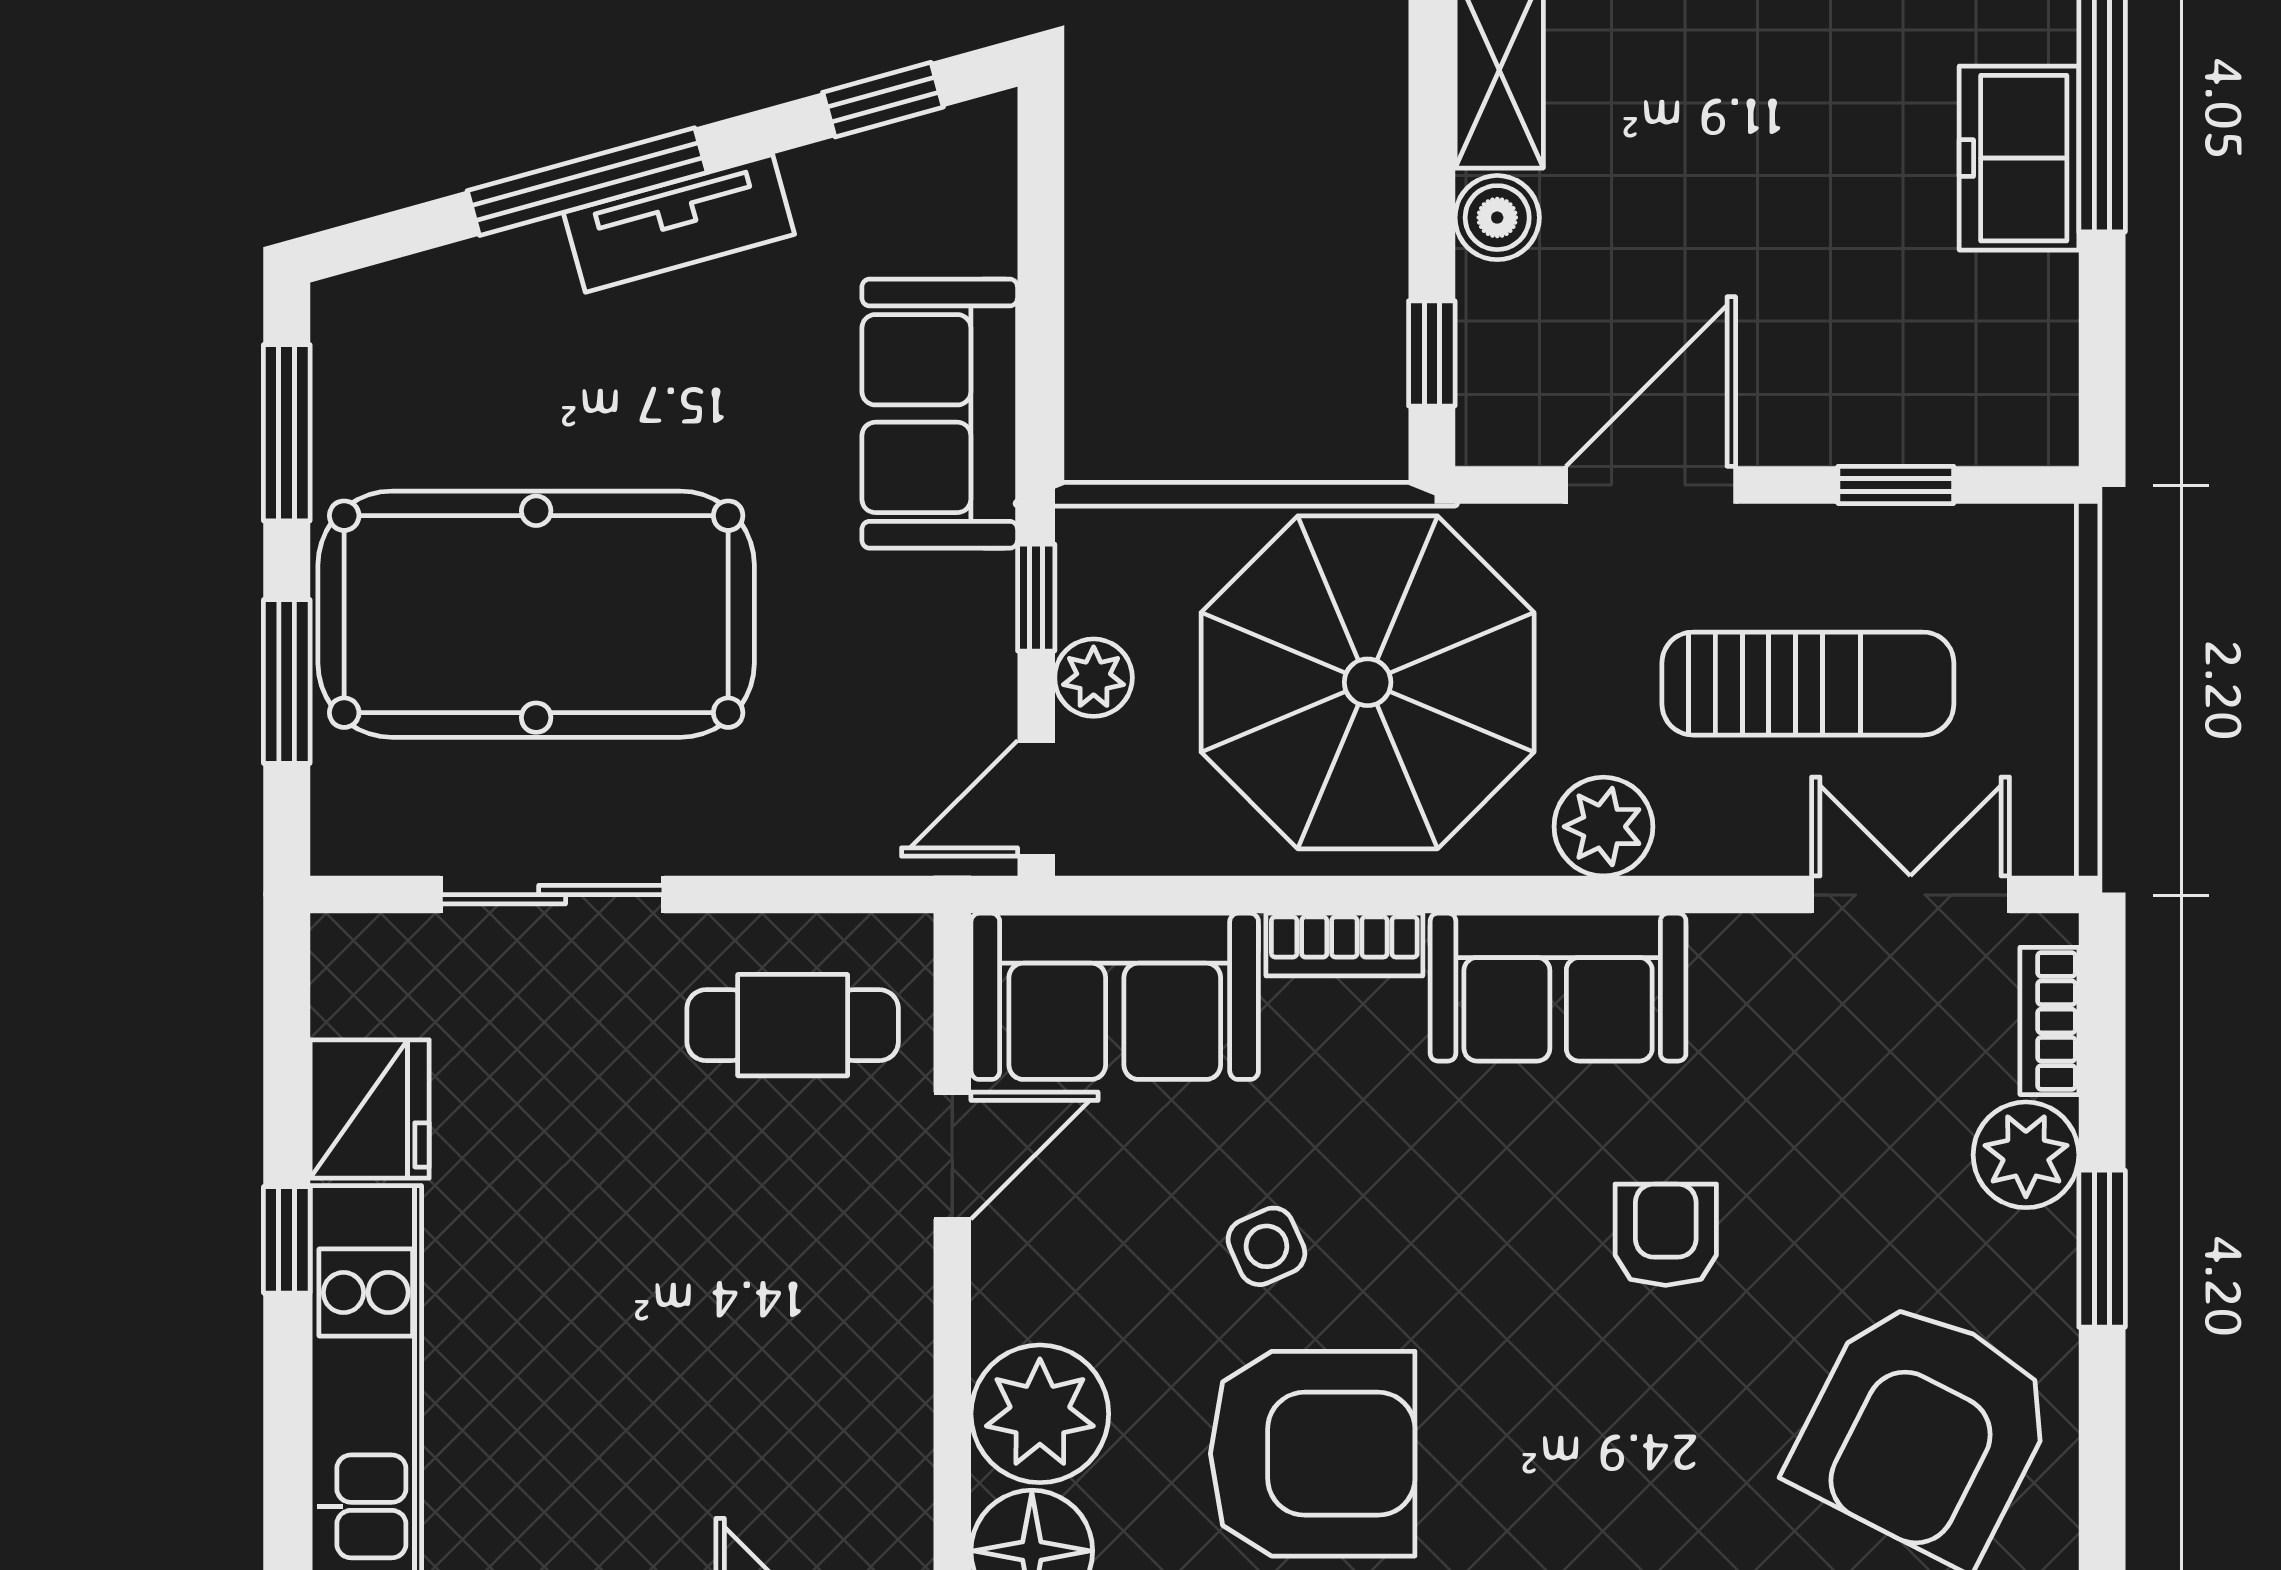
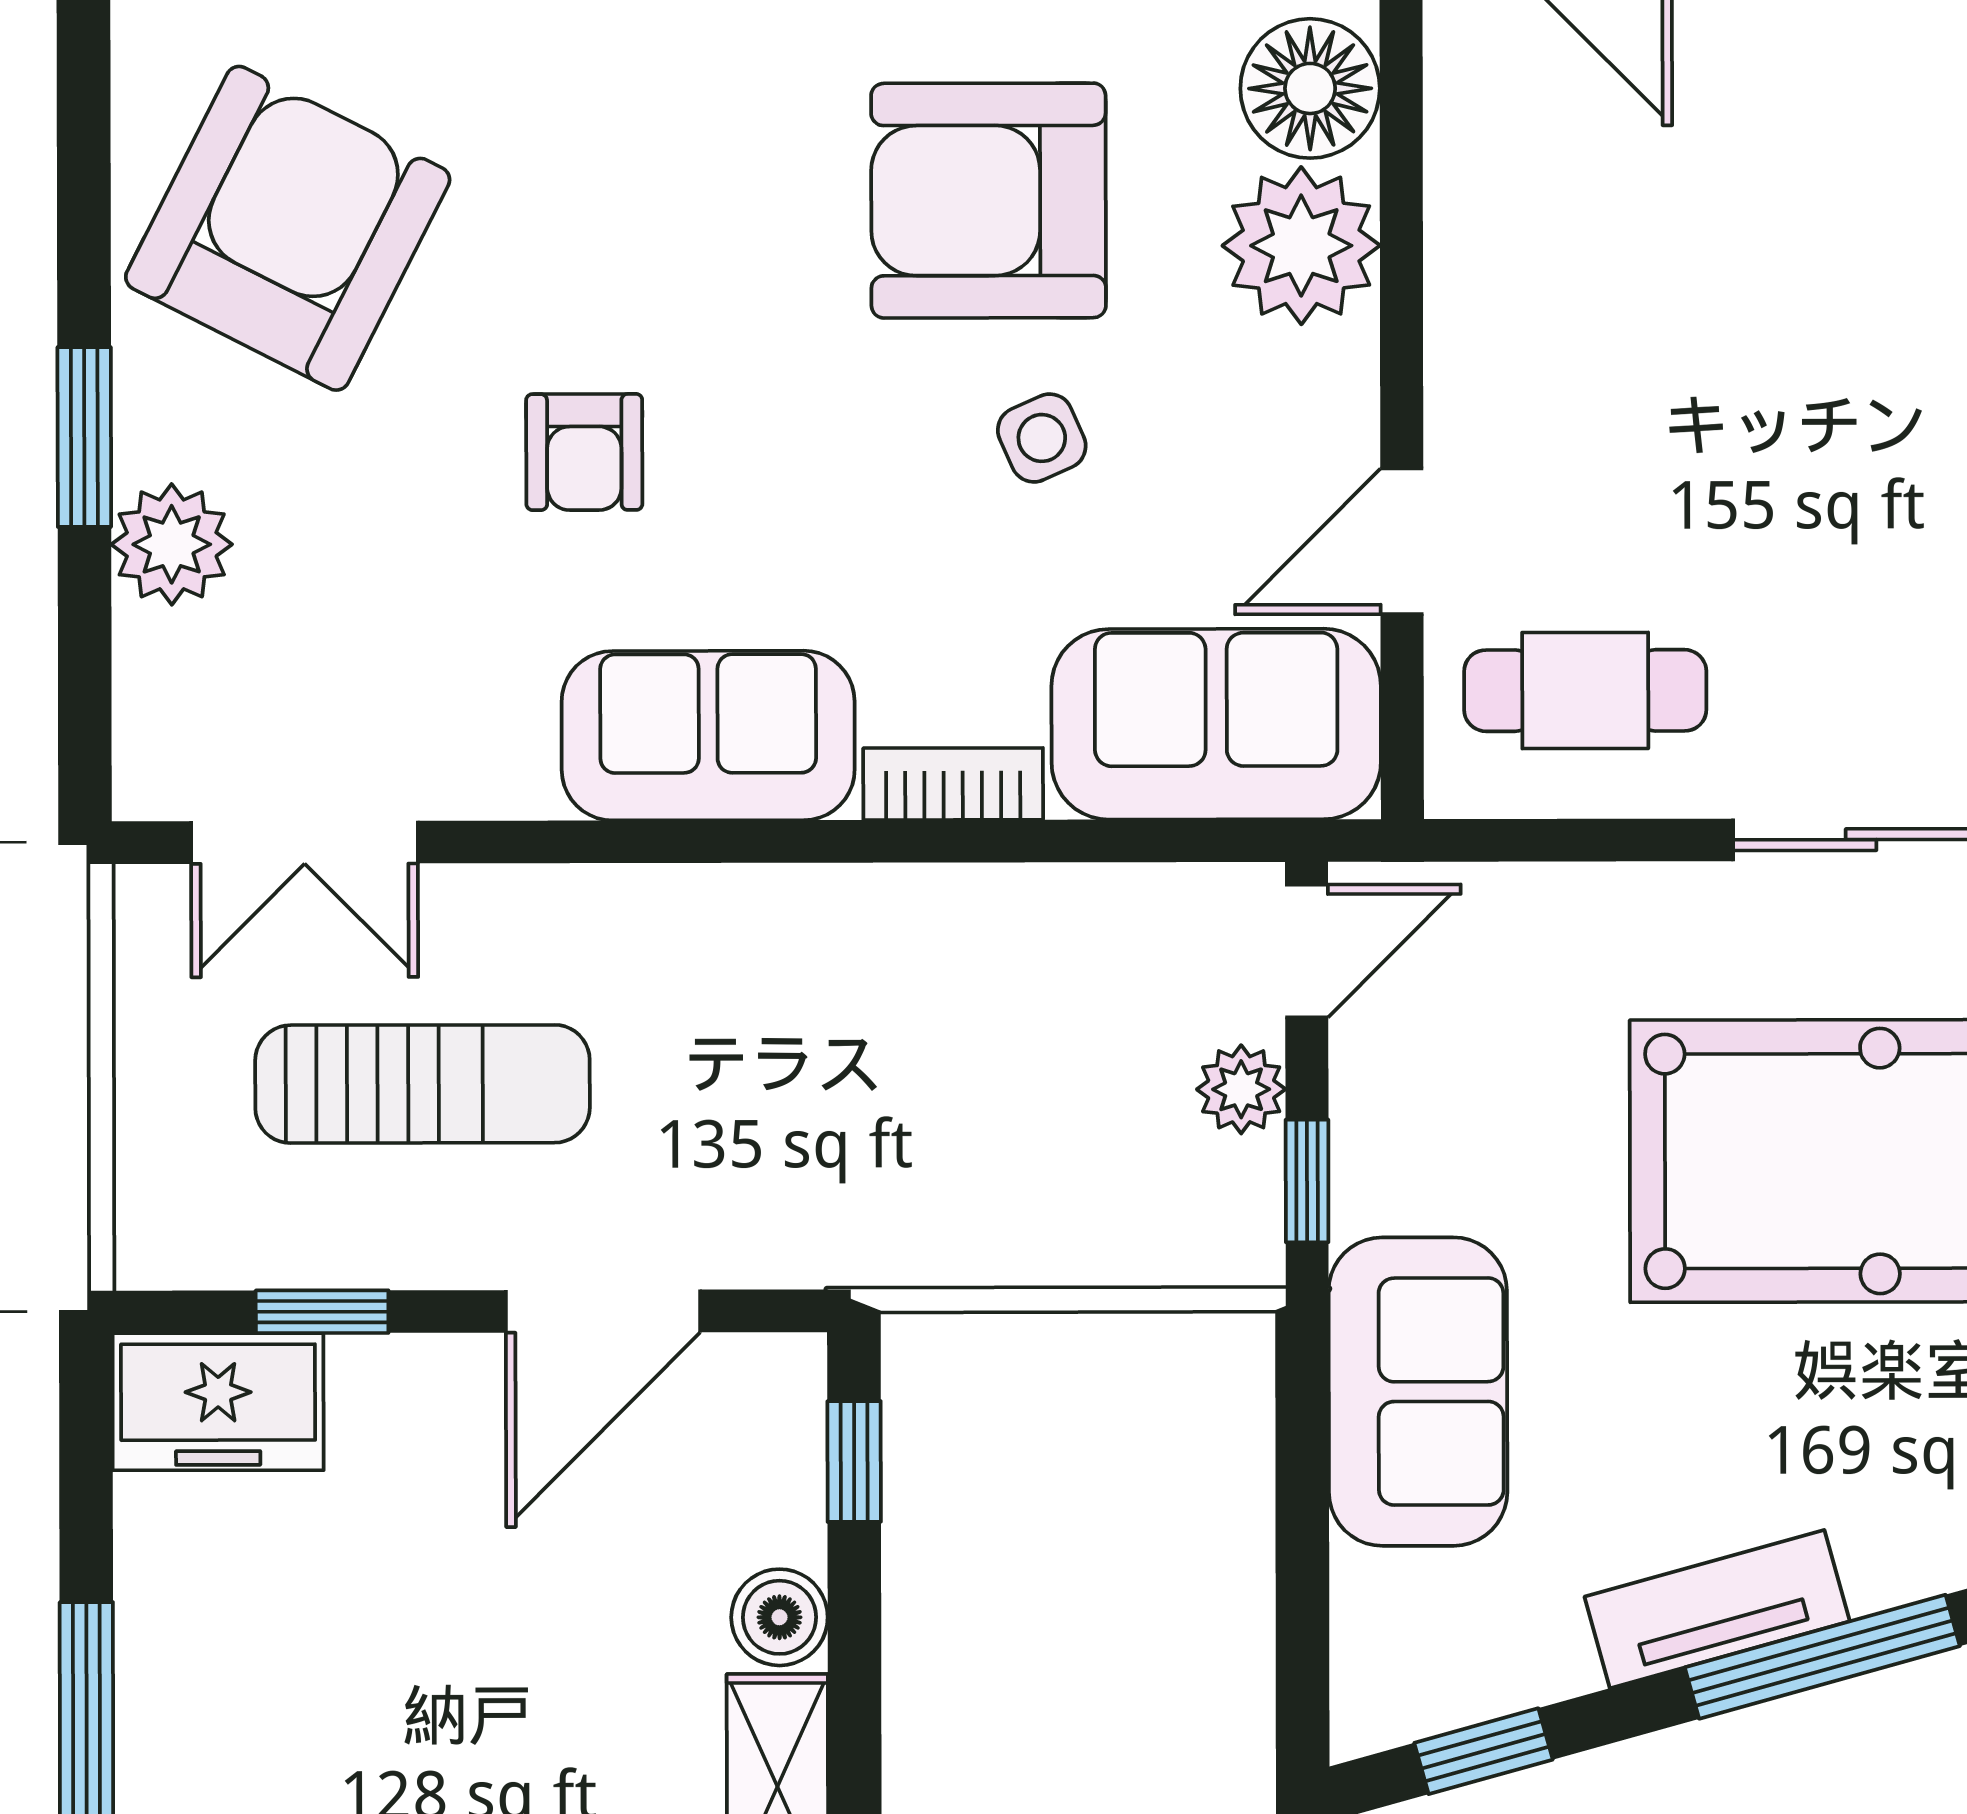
freezer: (2019, 158) -> (218, 1402), moved, turned 90
parasol: (1368, 682) -> (927, 1085), removed
sun lounger: (1808, 684) -> (422, 1084), turned 180
plant: (1603, 827) -> (656, 920), removed
bookcase: (2049, 1021) -> (145, 698), removed

